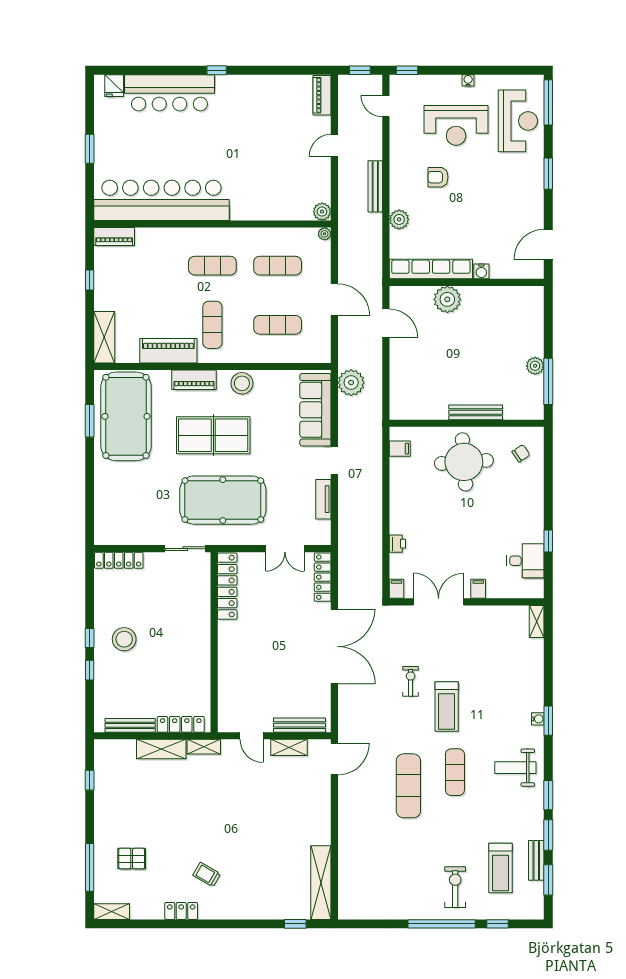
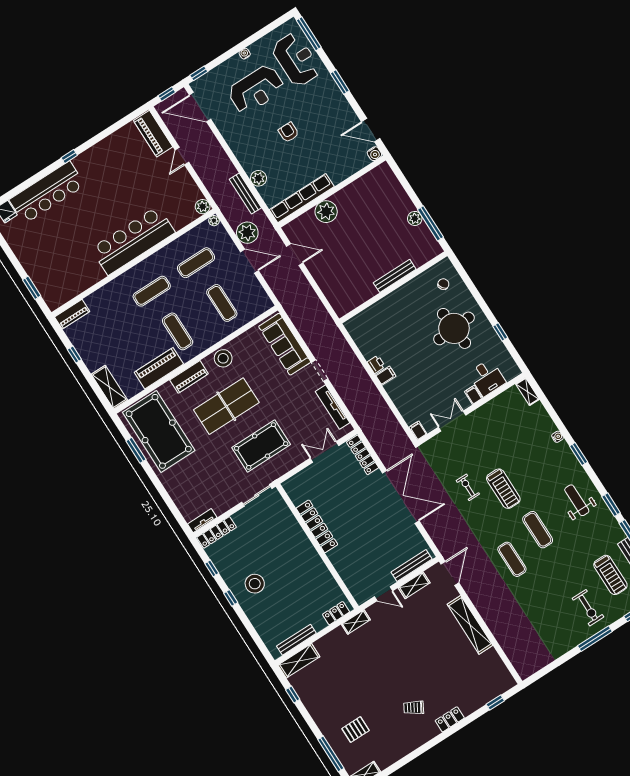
piano: (322, 95) -> (153, 134), width x1.37, depth x1.33
door: (386, 106) -> (200, 107), width x1.88
window: (90, 149) -> (32, 288), moved
armchair: (438, 177) -> (289, 132), moved, turned 90
bench: (375, 186) -> (245, 194), moved
bar counter: (161, 200) -> (133, 240), moved, width x0.73
door: (548, 244) -> (371, 130), hinge flipped
water cooler: (481, 271) -> (374, 154), moved
exercise mat: (278, 325) -> (222, 303), turned 90
plant: (351, 383) -> (247, 233), moved
filing cabinet: (400, 449) -> (386, 376), moved
round table: (464, 462) -> (454, 328), moved
tv unit: (323, 499) -> (333, 407), width x1.41
pool table: (223, 500) -> (261, 446), width x0.73, depth x0.76
tv unit: (111, 538) -> (202, 521), added
printer: (397, 544) -> (376, 364), moved
double door: (285, 549) -> (324, 452), swing flipped
desk: (525, 561) -> (487, 378), moved, turned 90
locker: (227, 586) -> (317, 526), moved
double door: (439, 602) -> (452, 421), width x0.73
window: (90, 670) -> (212, 568), moved
water cooler: (538, 719) -> (557, 437), moved
locker: (181, 724) -> (336, 613), width x0.66
shelving: (161, 749) -> (299, 661), moved
weight bench: (515, 768) -> (577, 500), turned 90
exercise mat: (408, 786) -> (512, 559), width x0.73, depth x0.69
shelving: (321, 883) -> (470, 625), moved
exercise bike: (455, 887) -> (588, 608), turned 180
locker: (181, 911) -> (450, 719), moved
window: (442, 924) -> (595, 639), width x0.68

